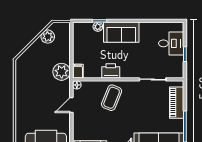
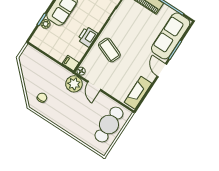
plant: (48, 37) -> (27, 69), removed
chair: (31, 66) -> (42, 98), added
plant: (62, 72) -> (74, 84), moved

